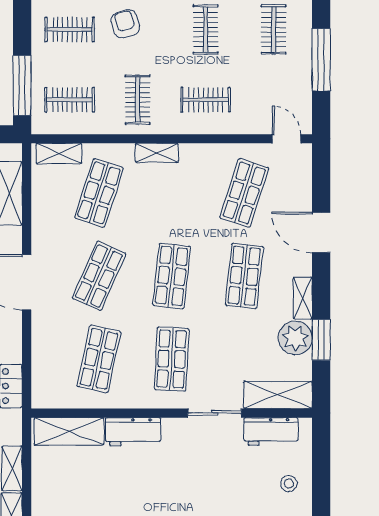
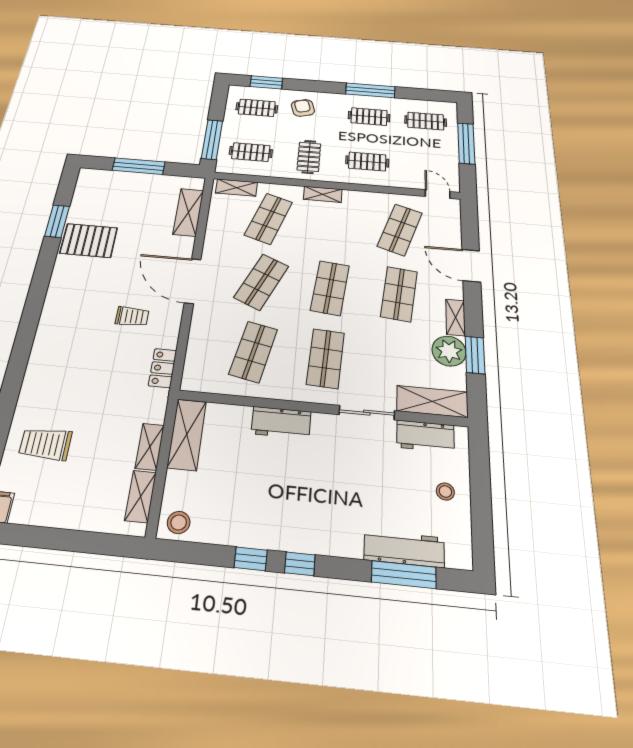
clothes rail: (206, 29) -> (369, 117), turned 90
clothes rail: (274, 29) -> (426, 121), turned 90
shelving: (69, 431) -> (187, 434), moved, turned 90

